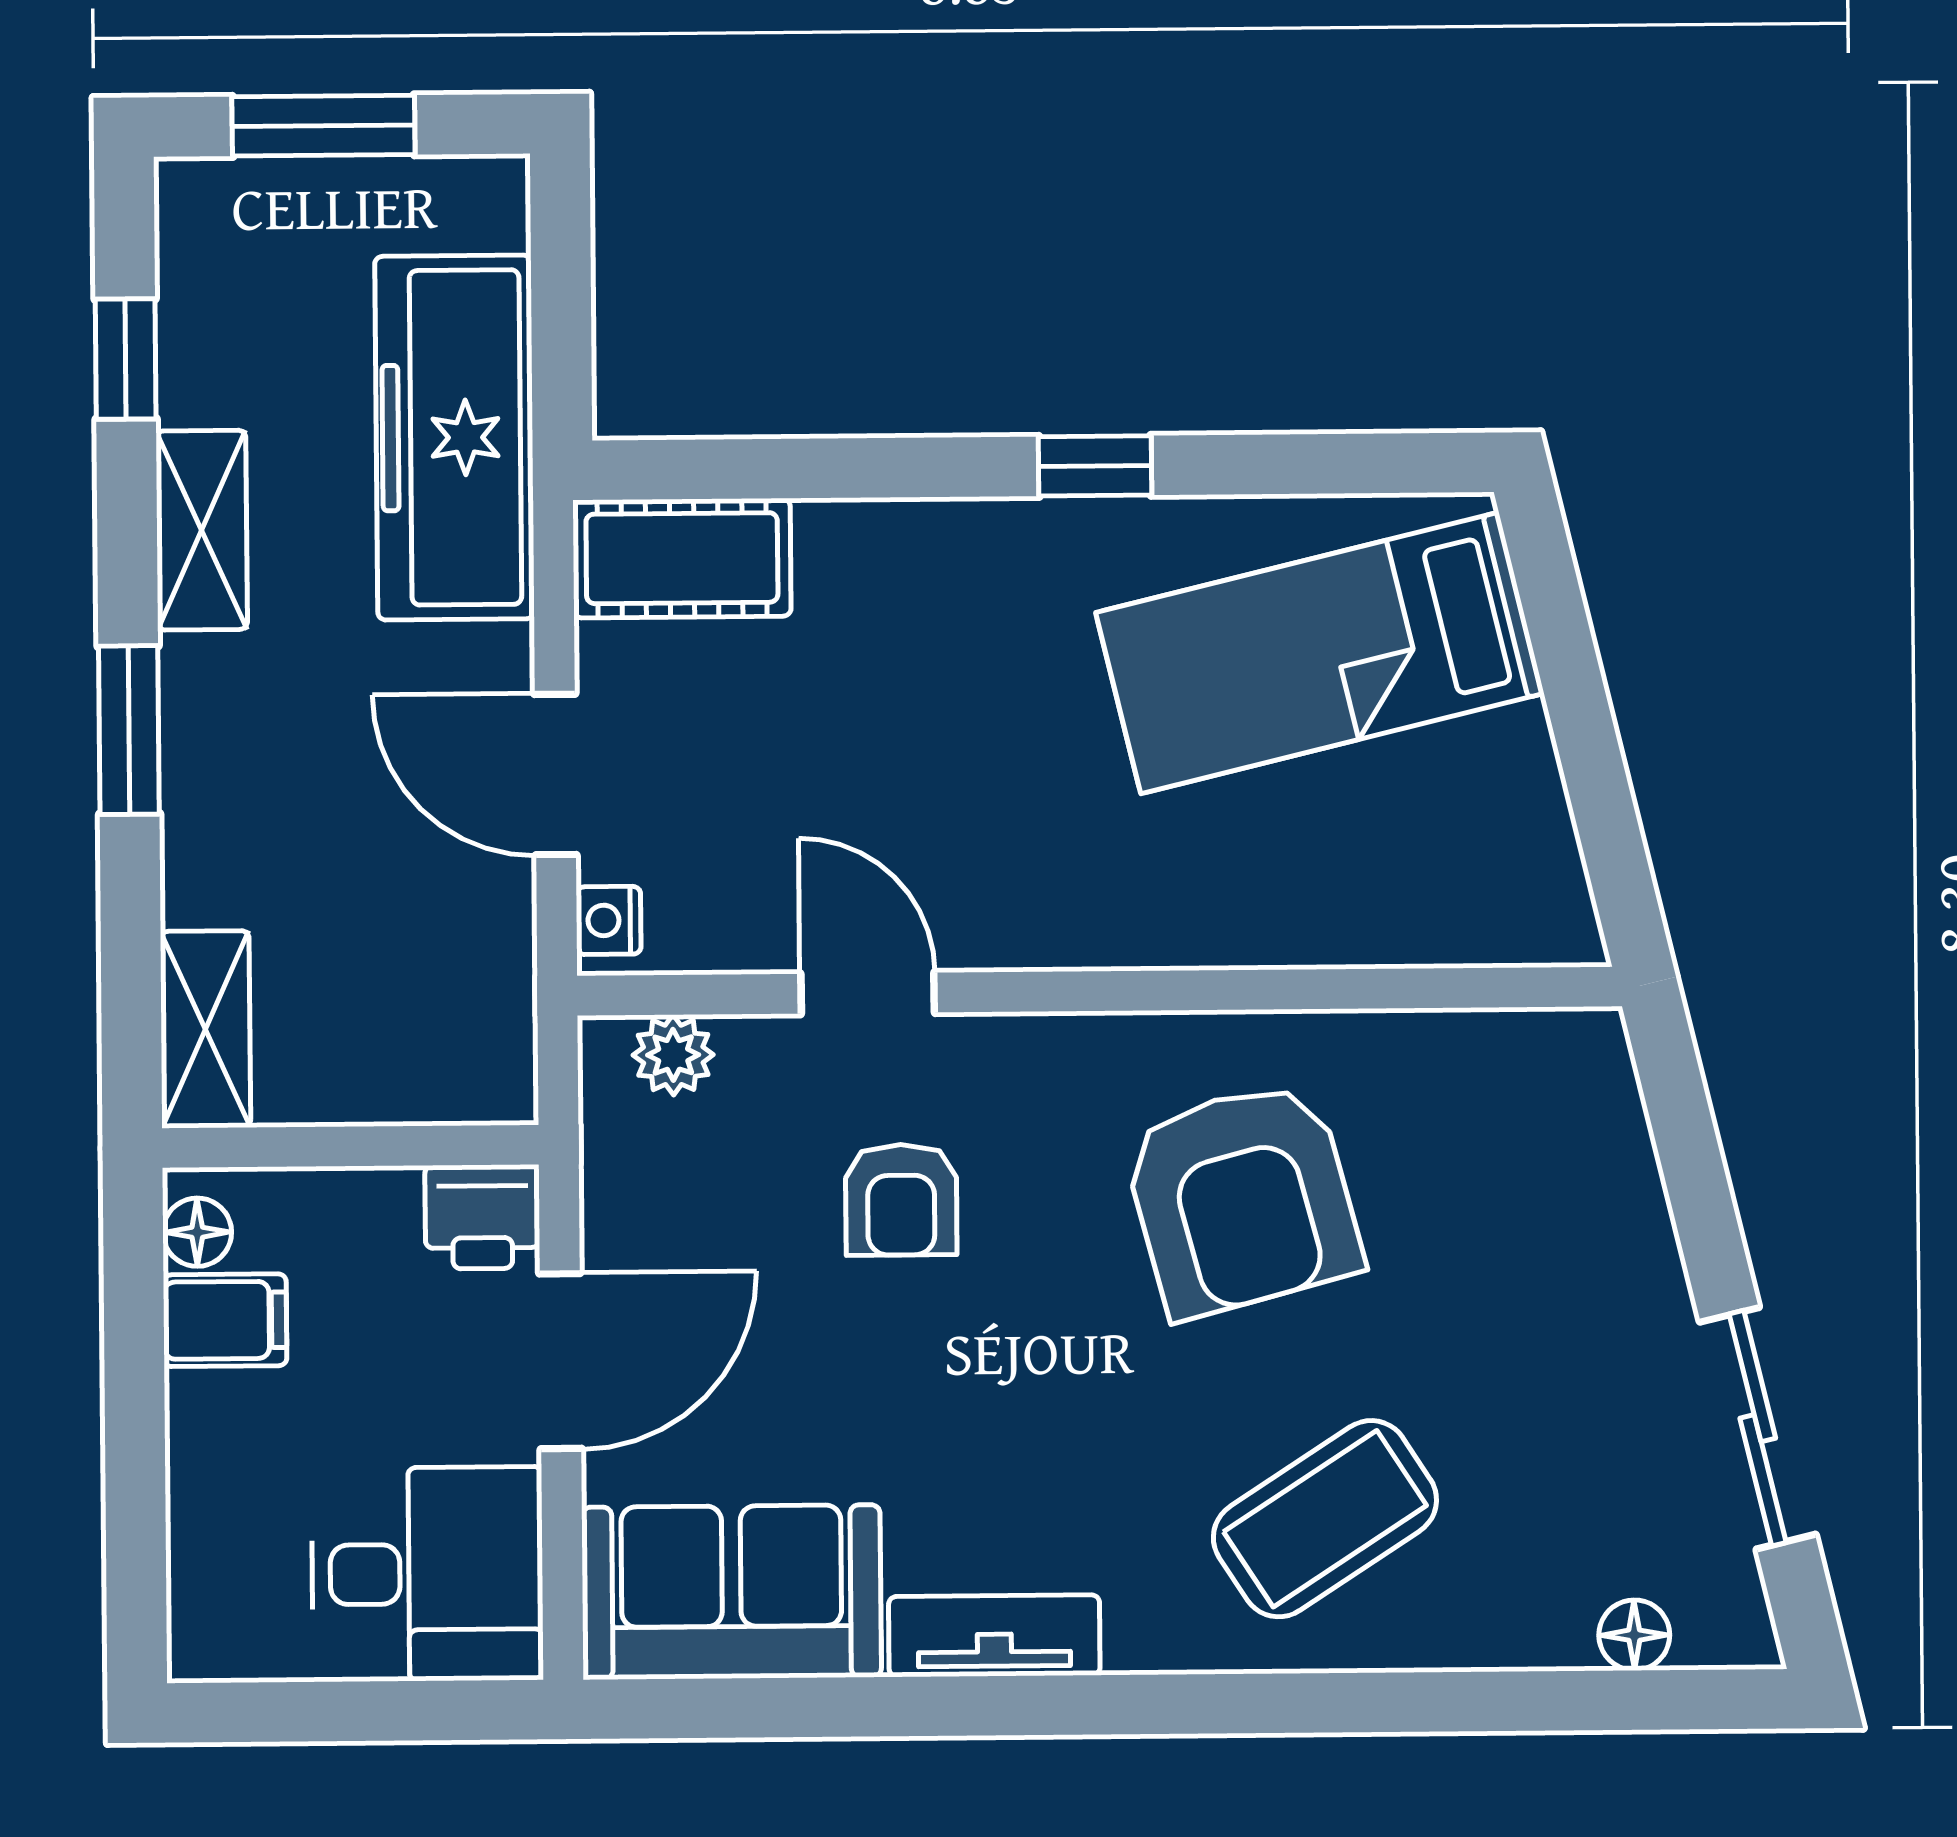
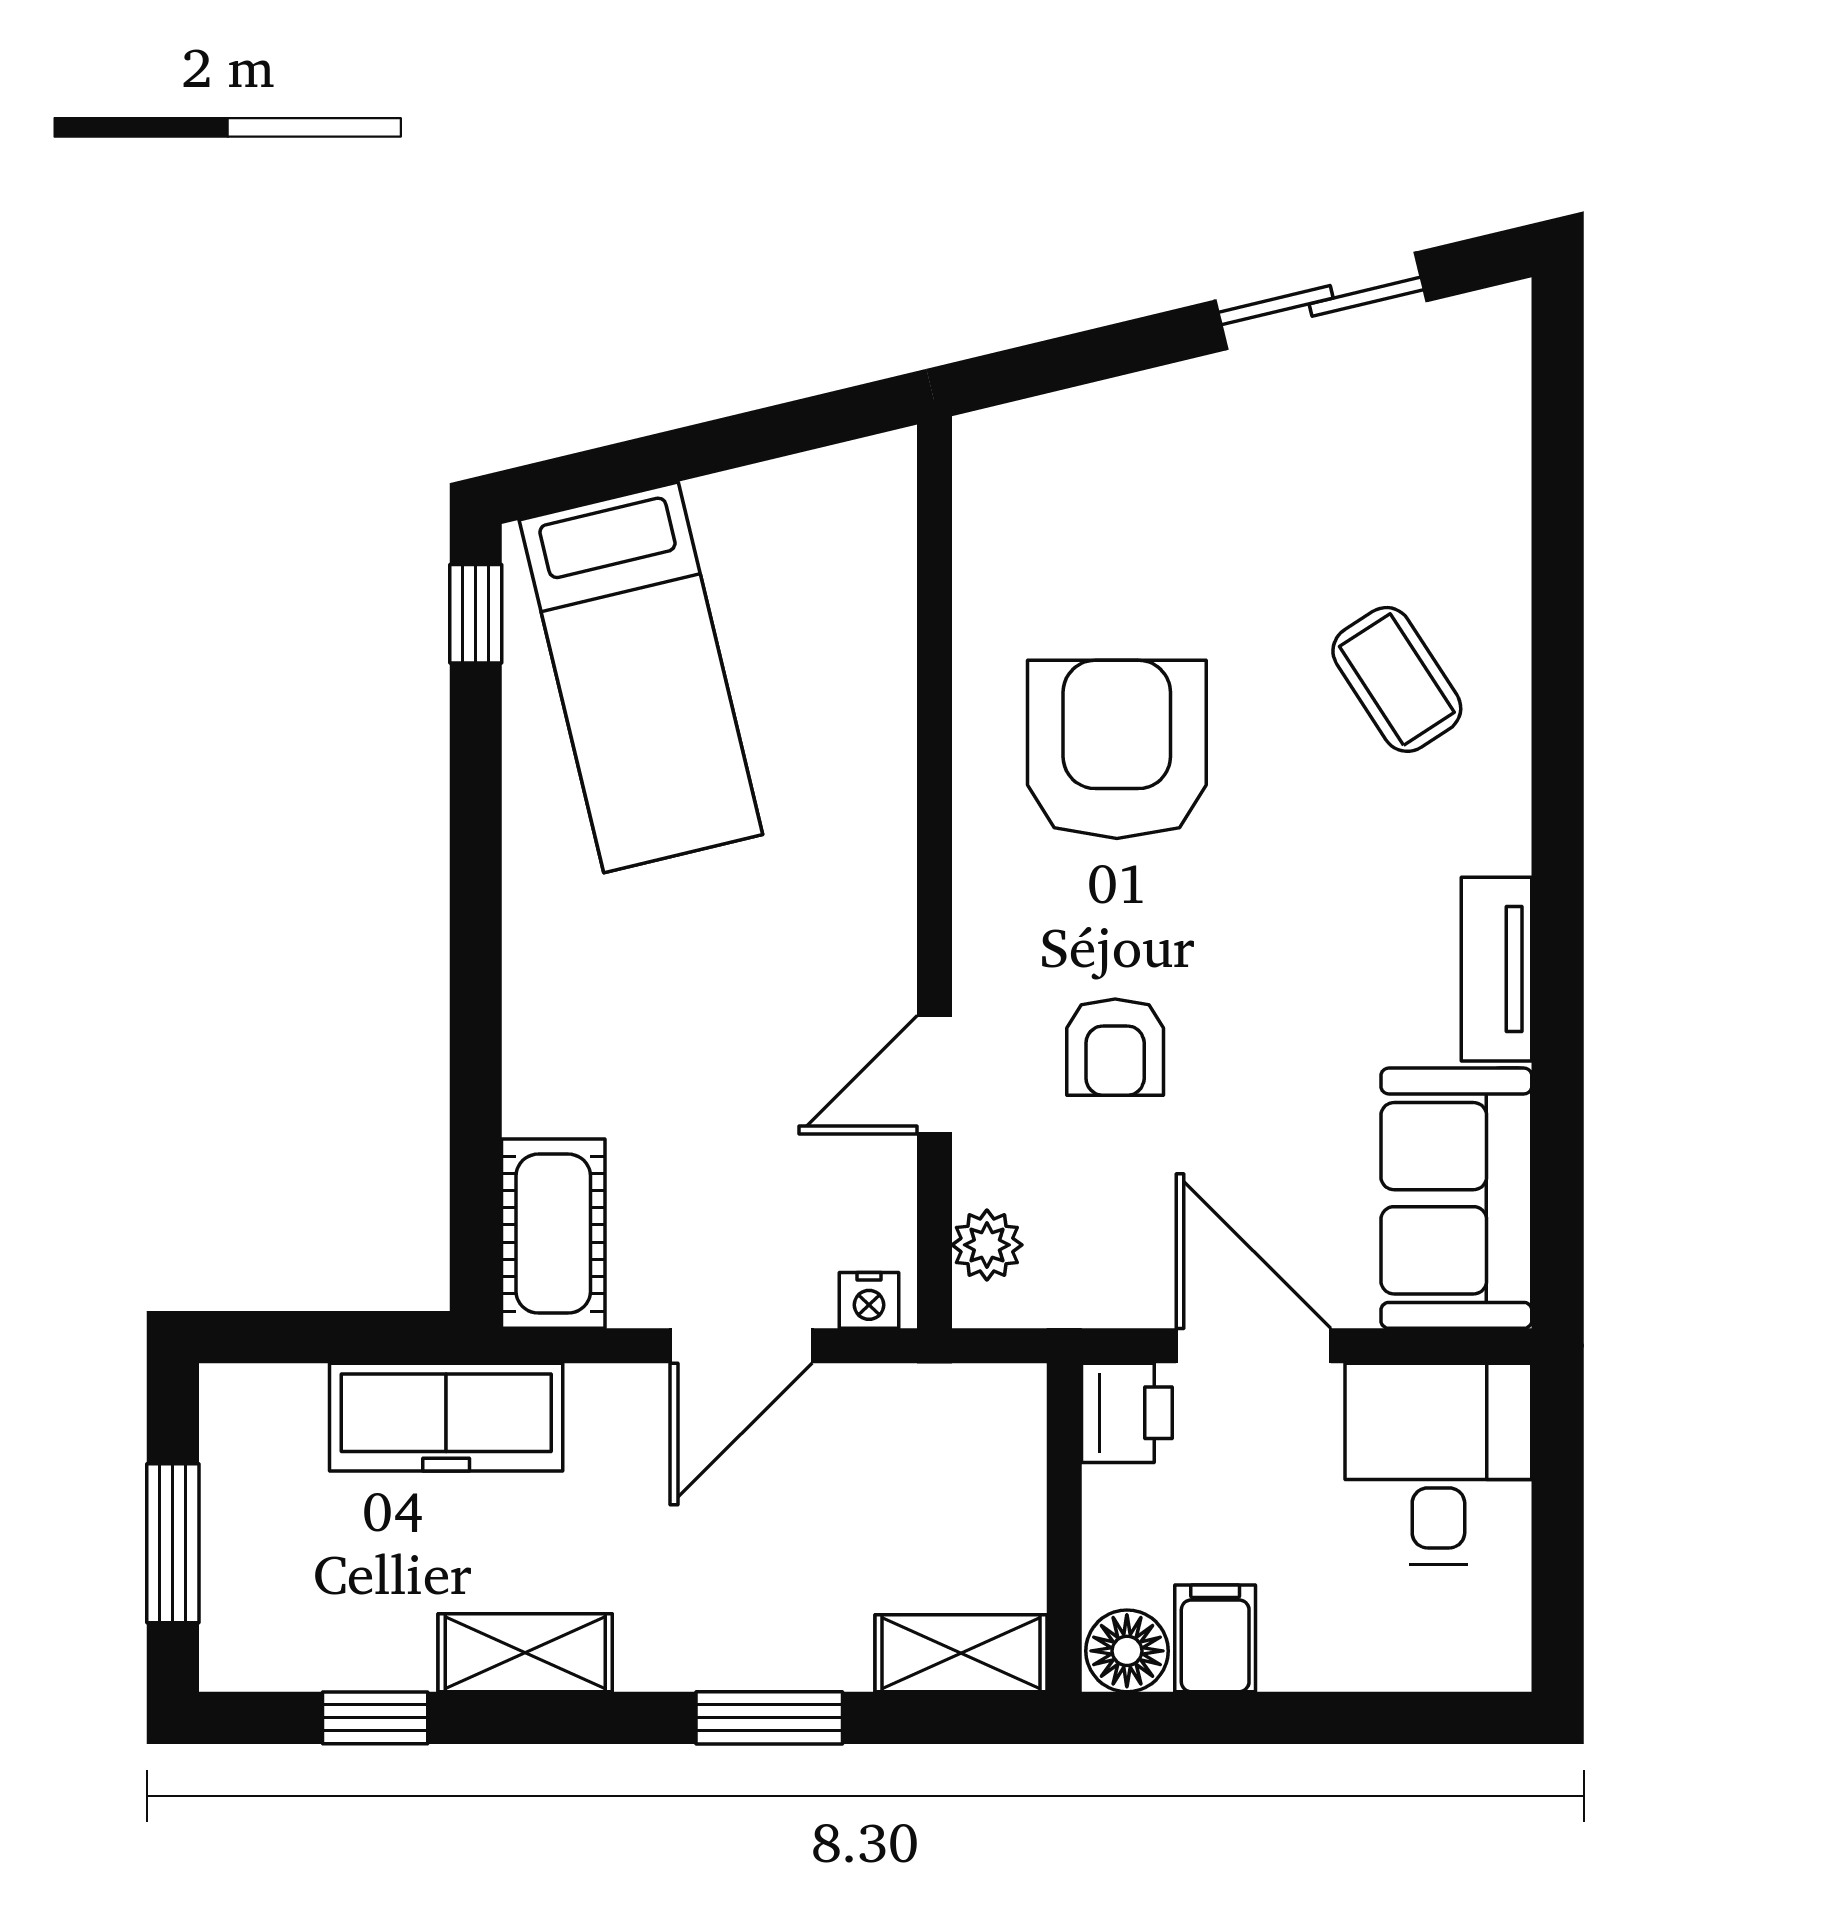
freezer: (455, 438) -> (446, 1417), width x0.73, depth x0.79
window: (1095, 466) -> (476, 614), moved
window: (129, 730) -> (769, 1718), moved
armchair: (1242, 1199) -> (1117, 749), turned -75
armchair: (901, 1200) -> (1115, 1047), turned 90
floor lamp: (197, 1232) -> (1127, 1651), width x1.37, depth x1.37
coffee table: (1325, 1519) -> (1397, 679), width x0.73, depth x0.77
floor lamp: (1634, 1635) -> (1501, 410), removed

